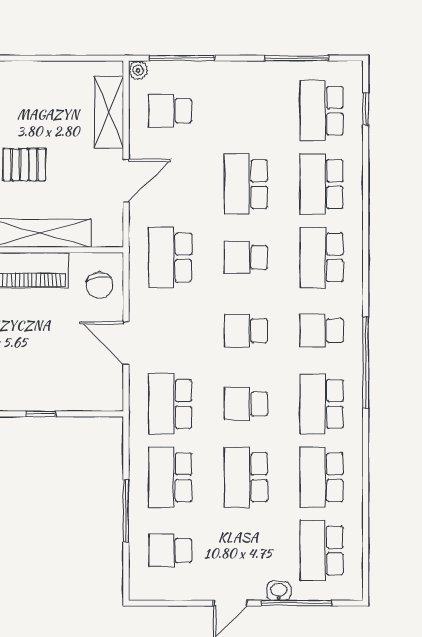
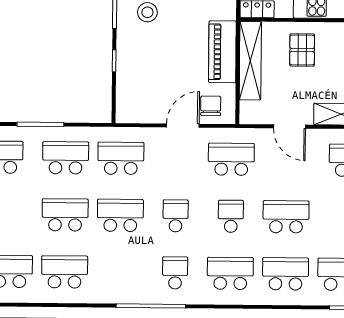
chair: (100, 285) -> (211, 106), turned 98
door: (126, 343) -> (183, 126), moved
school desk: (246, 404) -> (120, 215), width x1.85
school desk: (322, 404) -> (120, 272), removed

